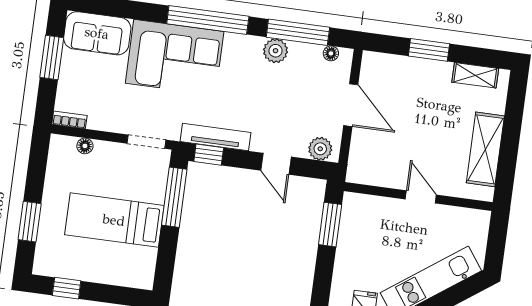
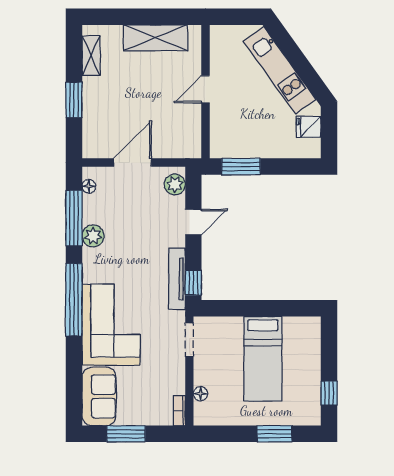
window: (174, 197) -> (235, 308), removed

